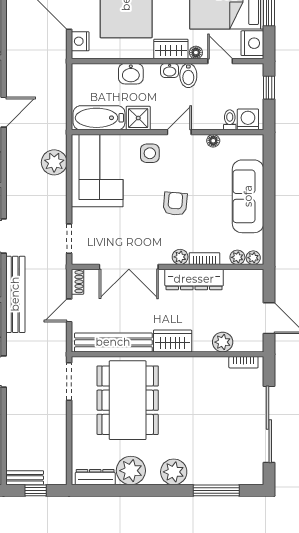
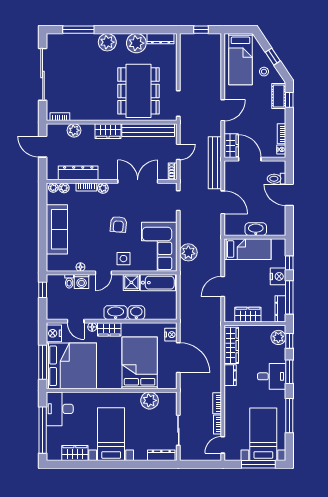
washbasin: (170, 71) -> (116, 313), width x1.91, depth x1.45
bidet: (188, 76) -> (97, 311), removed
window: (269, 88) -> (43, 290), moved
washing machine: (248, 119) -> (82, 281), moved
armchair: (175, 204) -> (118, 224), moved
dresser: (194, 279) -> (78, 173), moved
bench: (25, 478) -> (208, 38), removed

